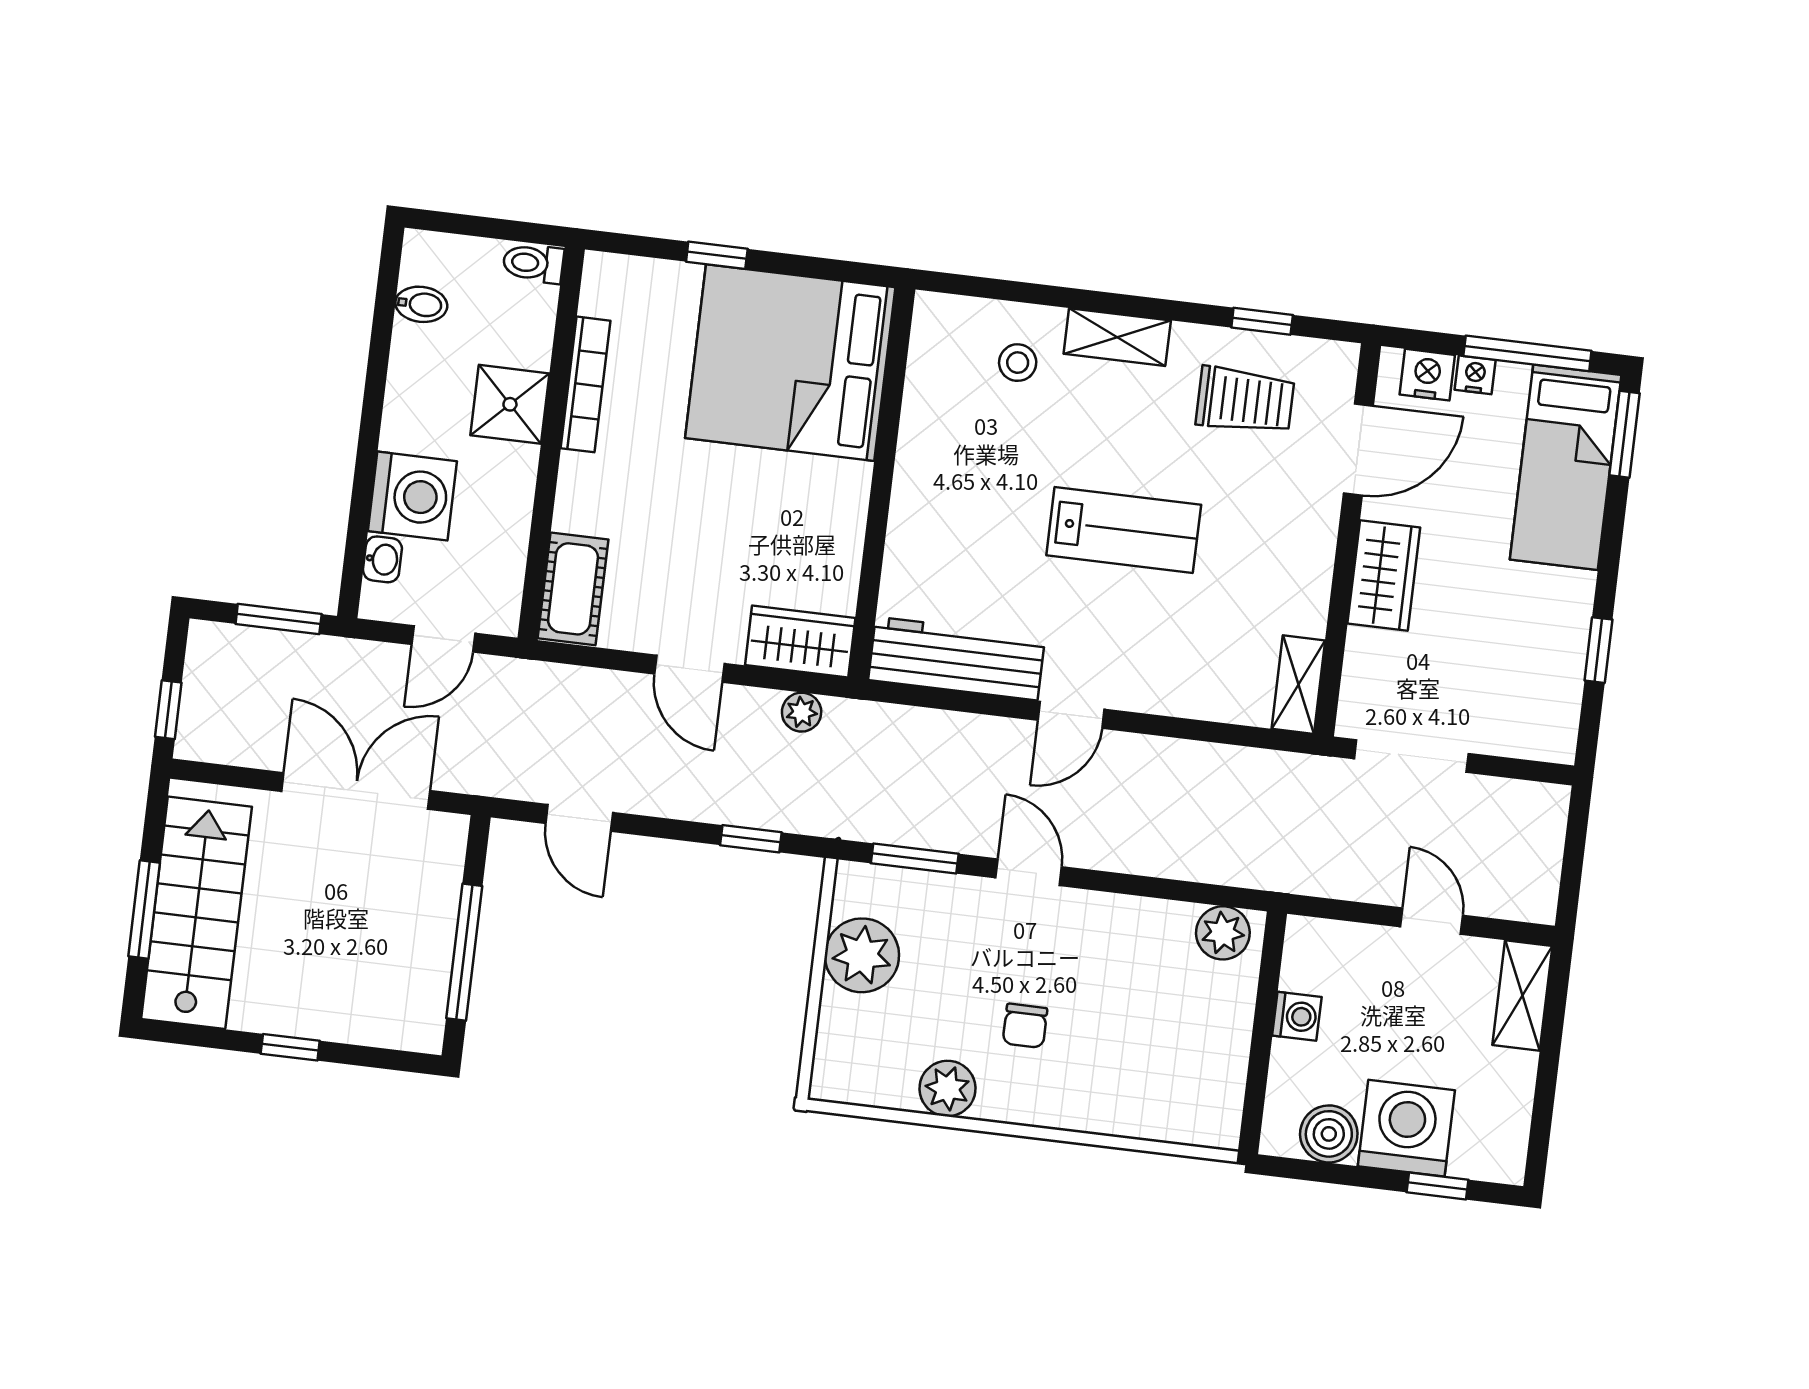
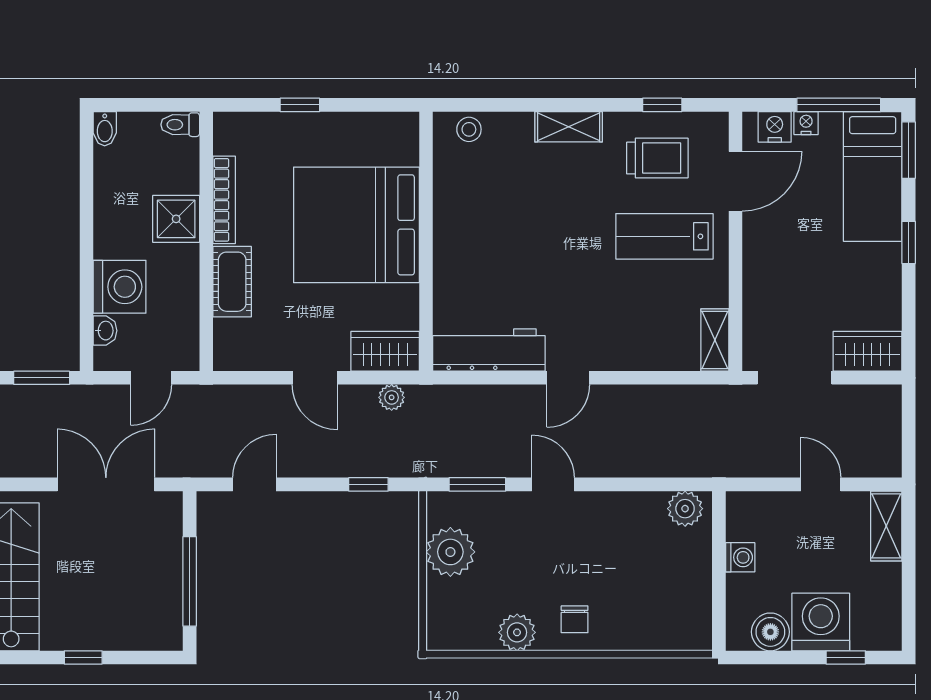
bidet: (421, 304) -> (105, 129), moved, turned 90
bed: (790, 363) -> (356, 225), moved
stool: (1018, 363) -> (469, 129), moved
lab bench: (1124, 530) -> (664, 236), moved, turned 180
wardrobe: (1384, 576) -> (868, 351), moved, turned -90
cot: (573, 589) -> (232, 282), moved
window: (1598, 650) -> (909, 242), moved
door: (579, 818) -> (254, 484), swing flipped
chair: (1025, 1026) -> (575, 619), moved

